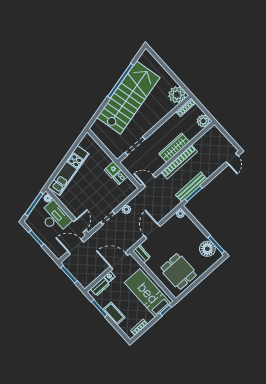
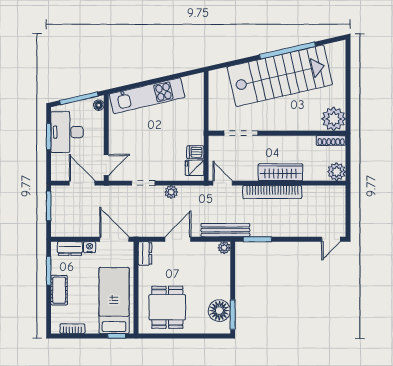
fridge: (113, 170) -> (195, 168), moved
bench: (191, 187) -> (225, 230), moved
desk: (55, 217) -> (67, 132), moved, turned 180

